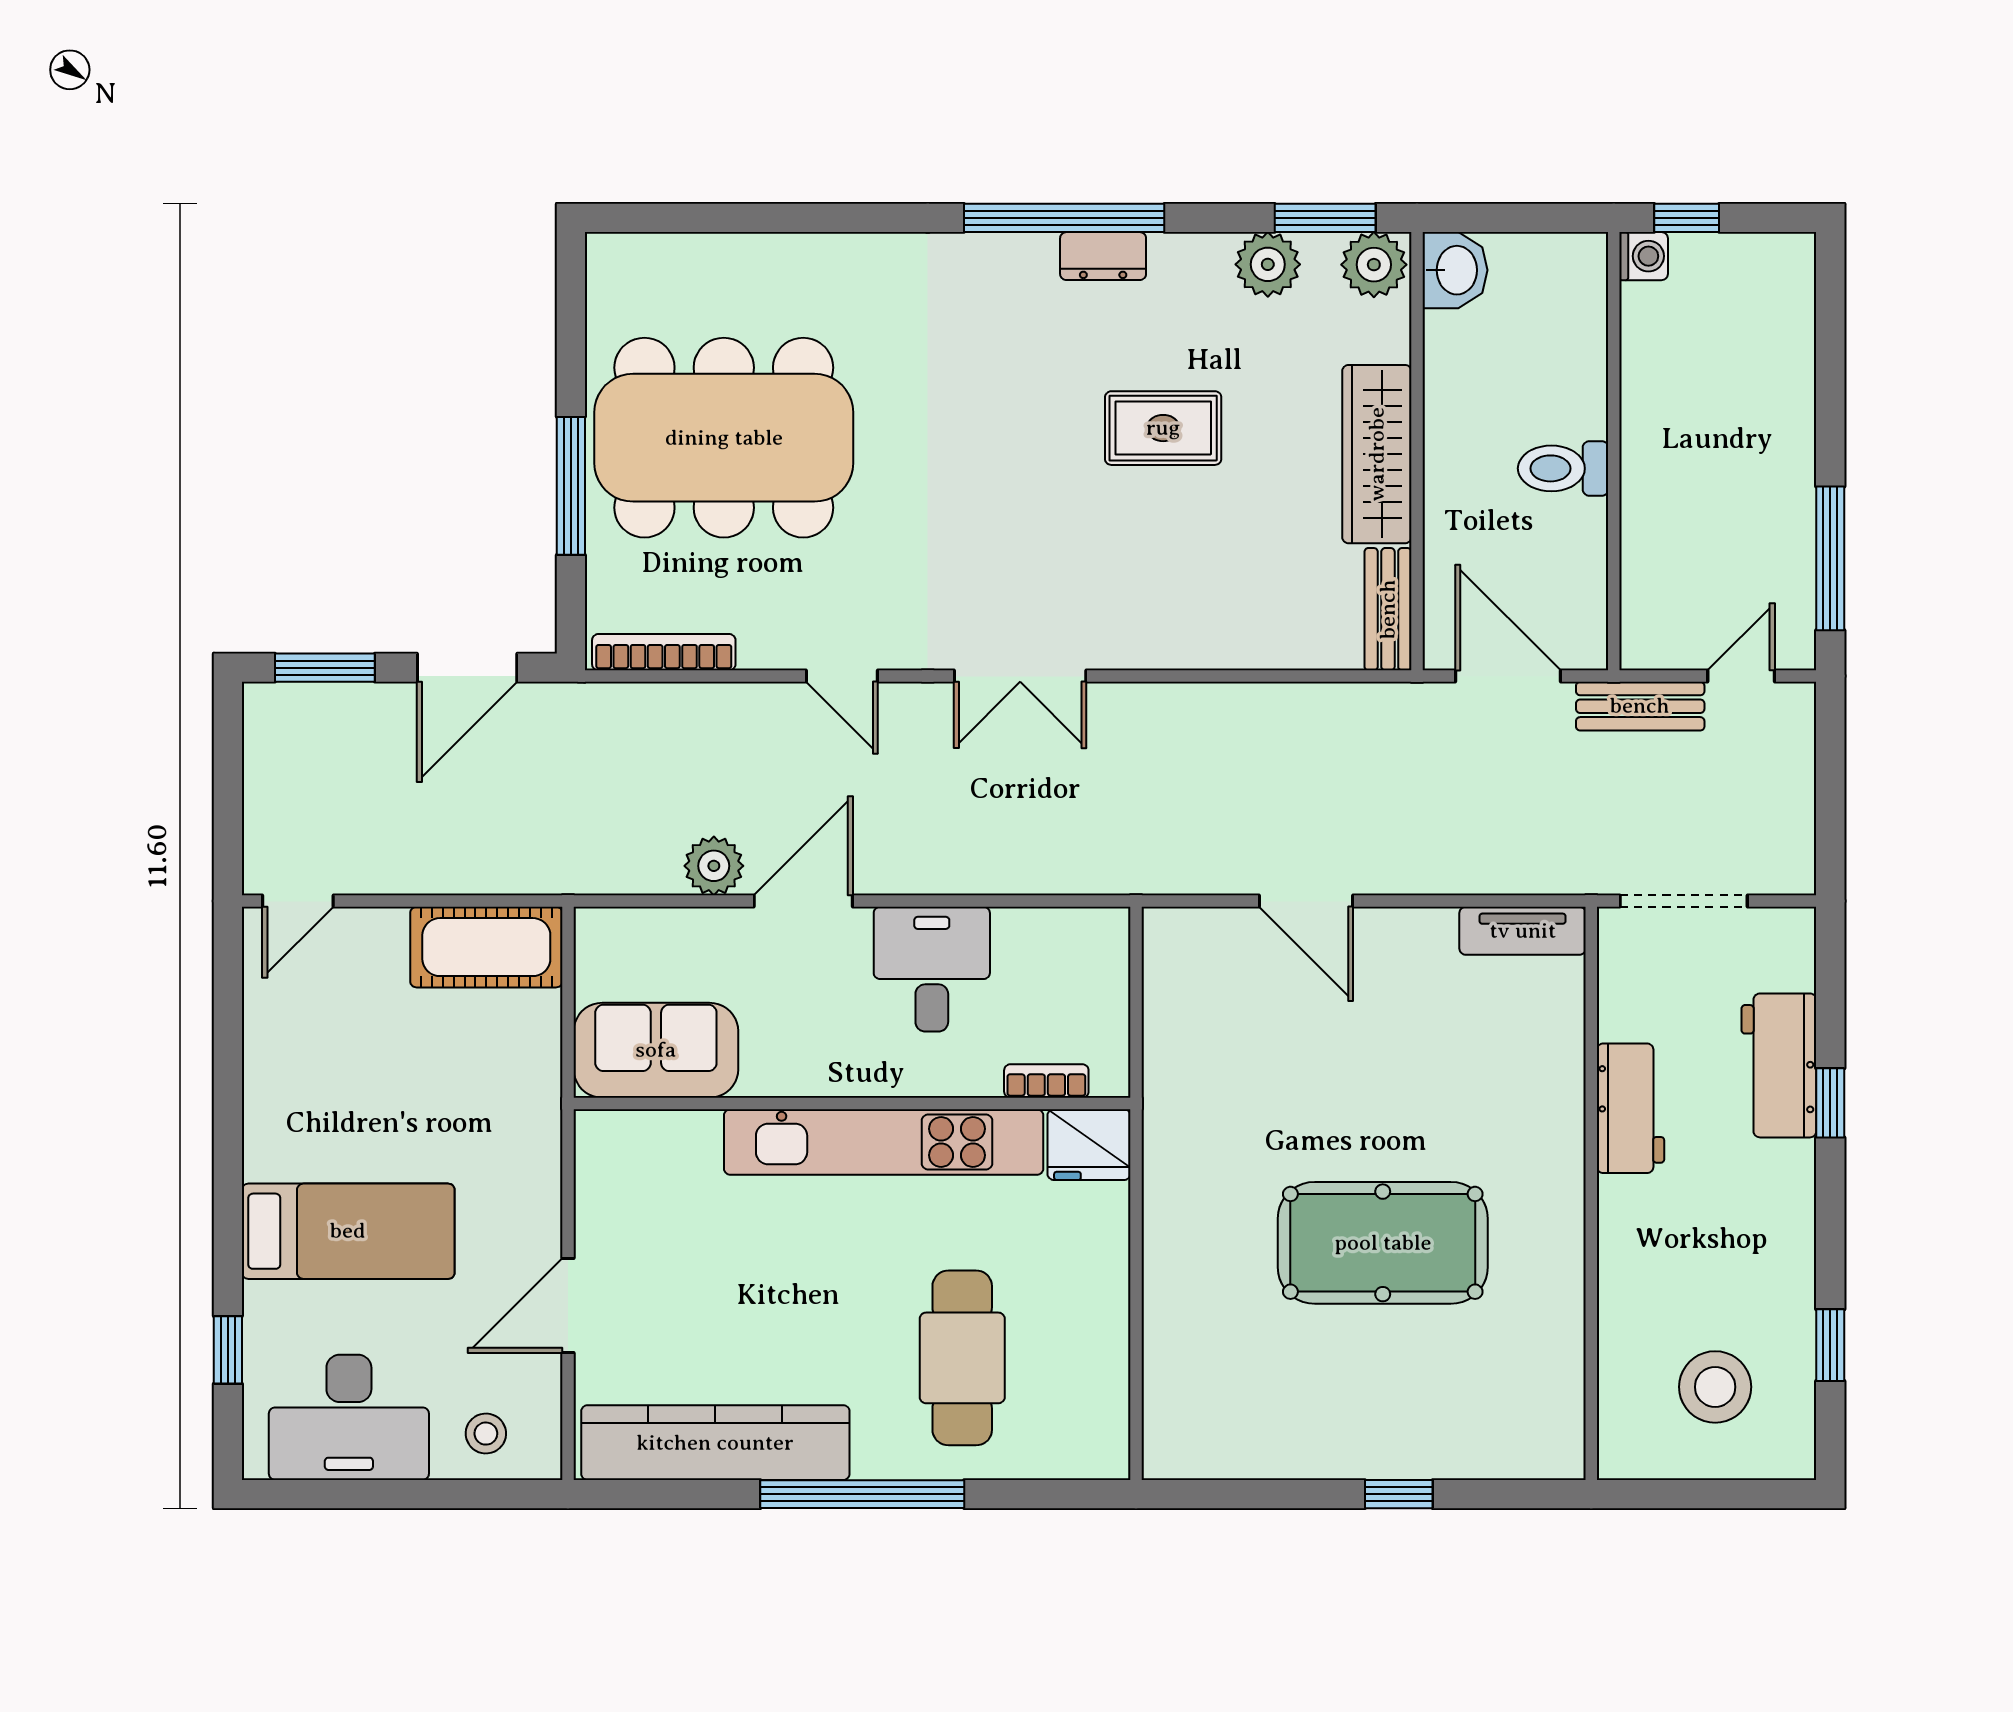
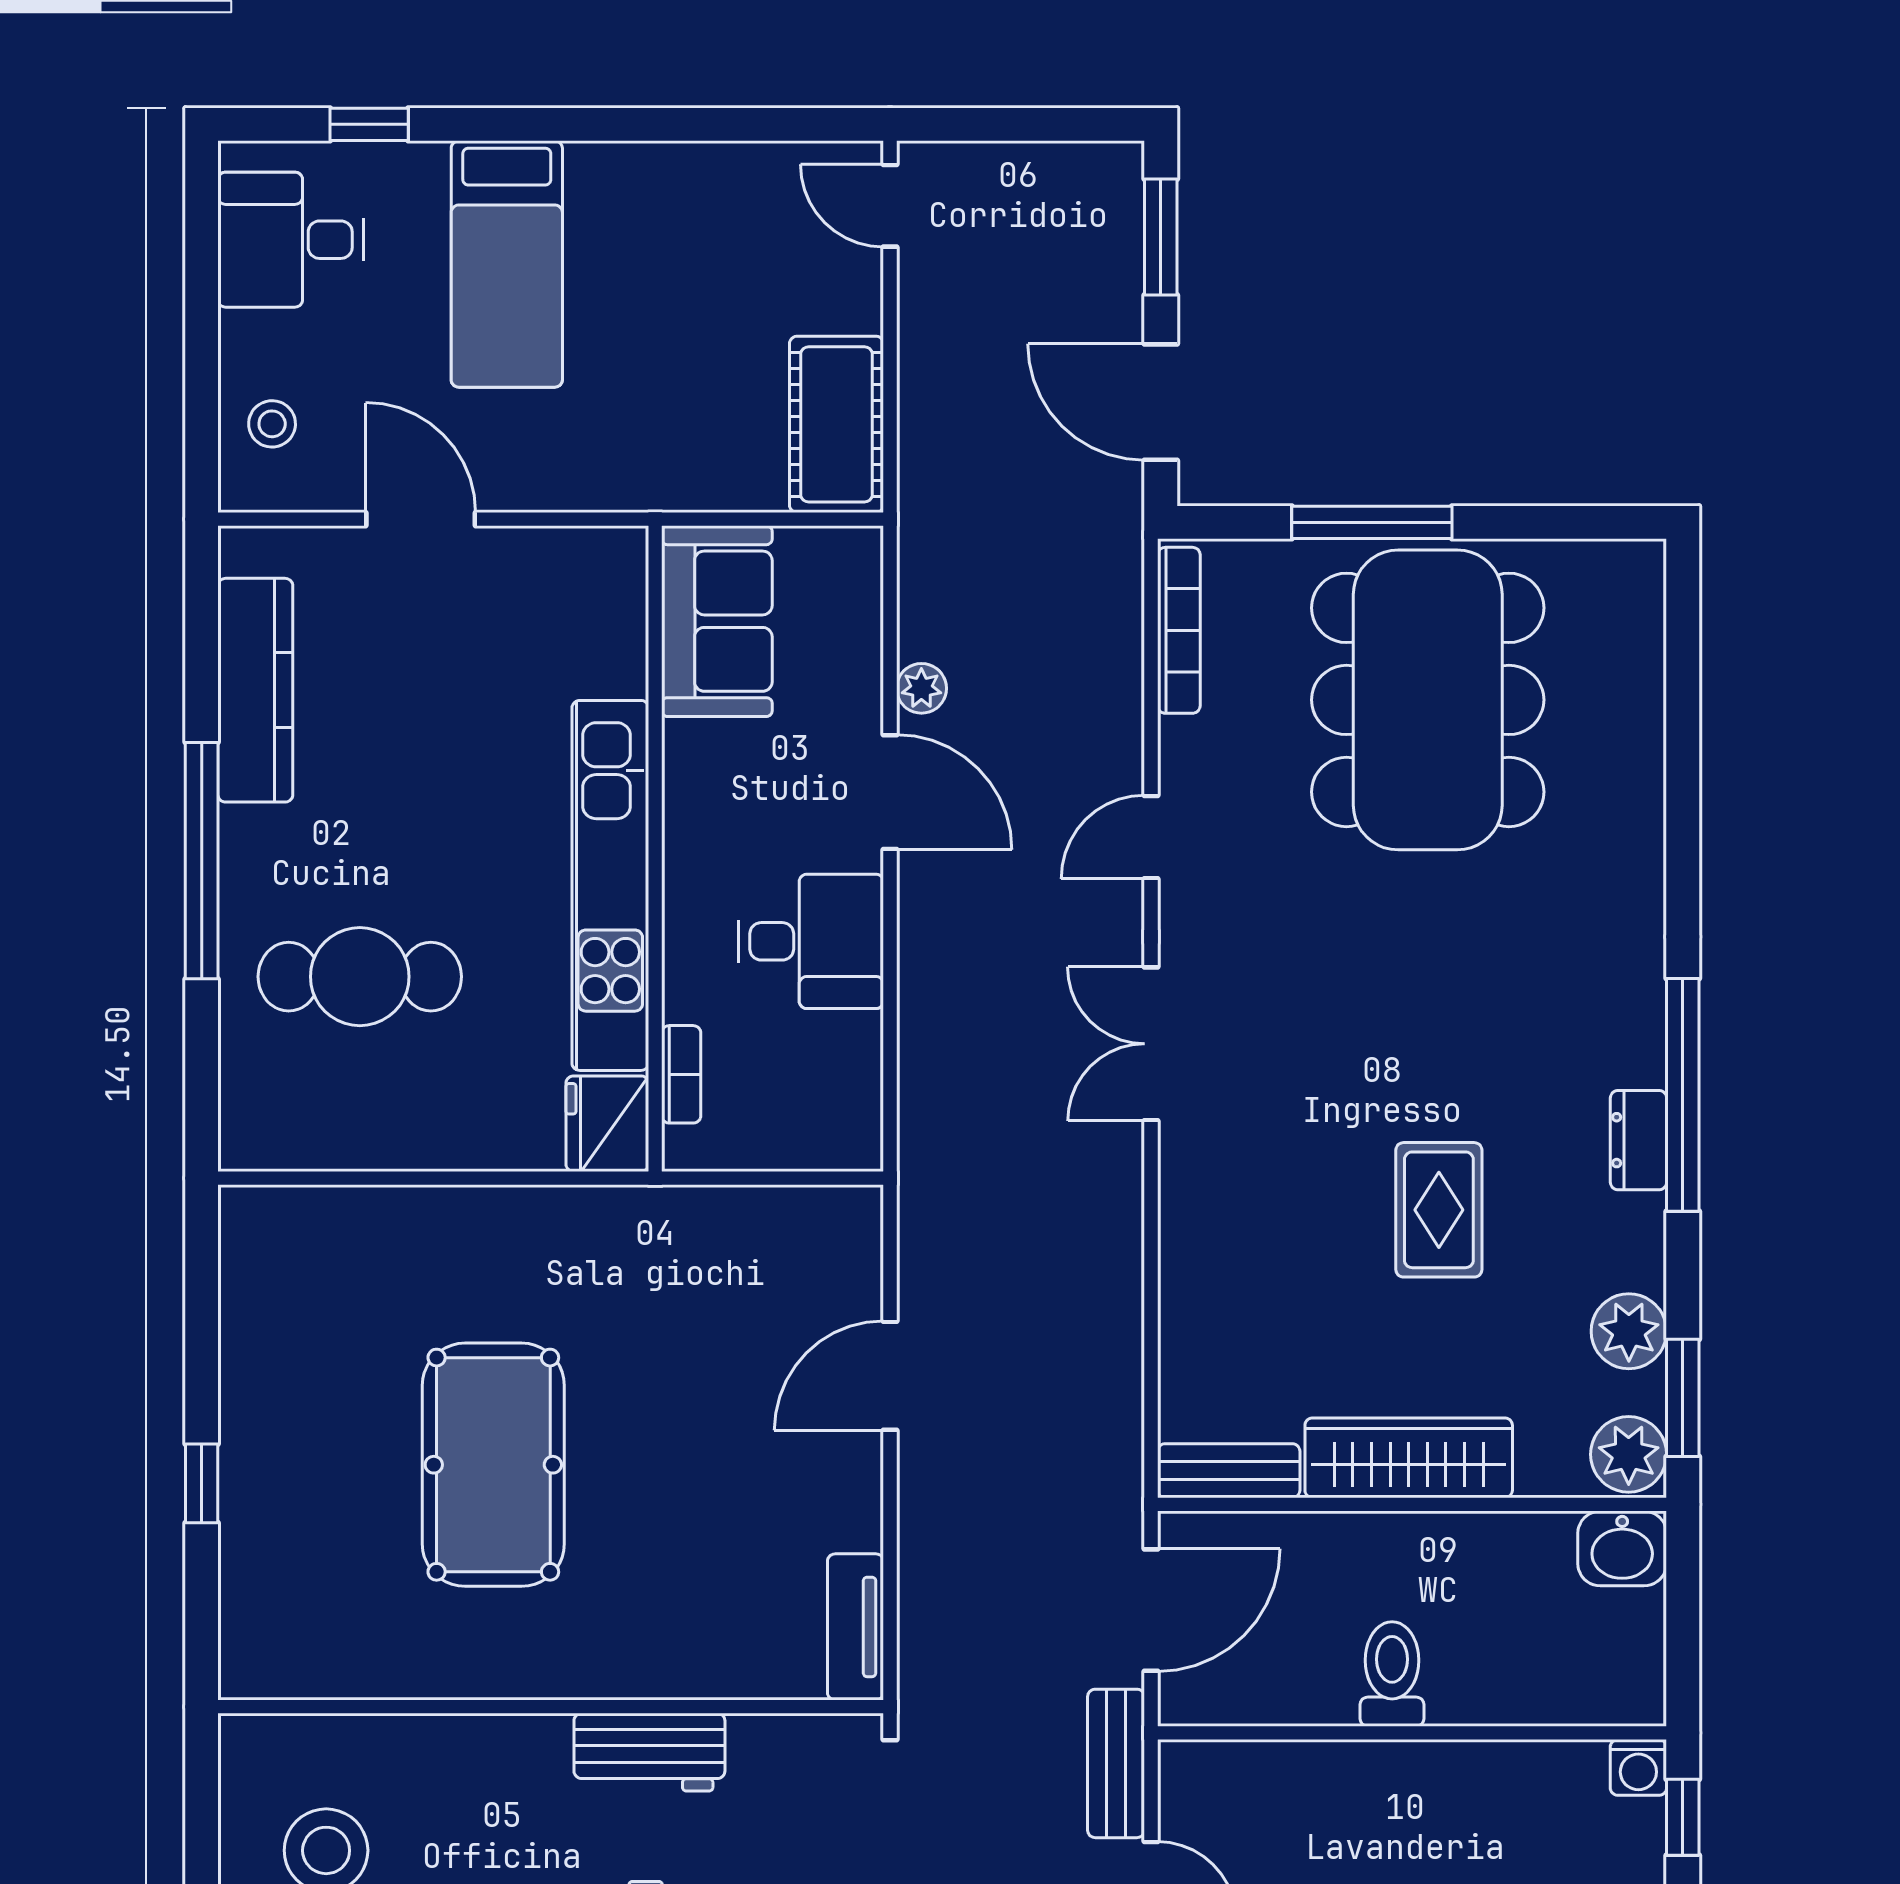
plant: (714, 866) -> (921, 688), width x0.73, depth x0.73
desk: (349, 1417) -> (291, 240), width x0.73
kitchen counter: (715, 1443) -> (255, 690), width x0.72, depth x0.86

